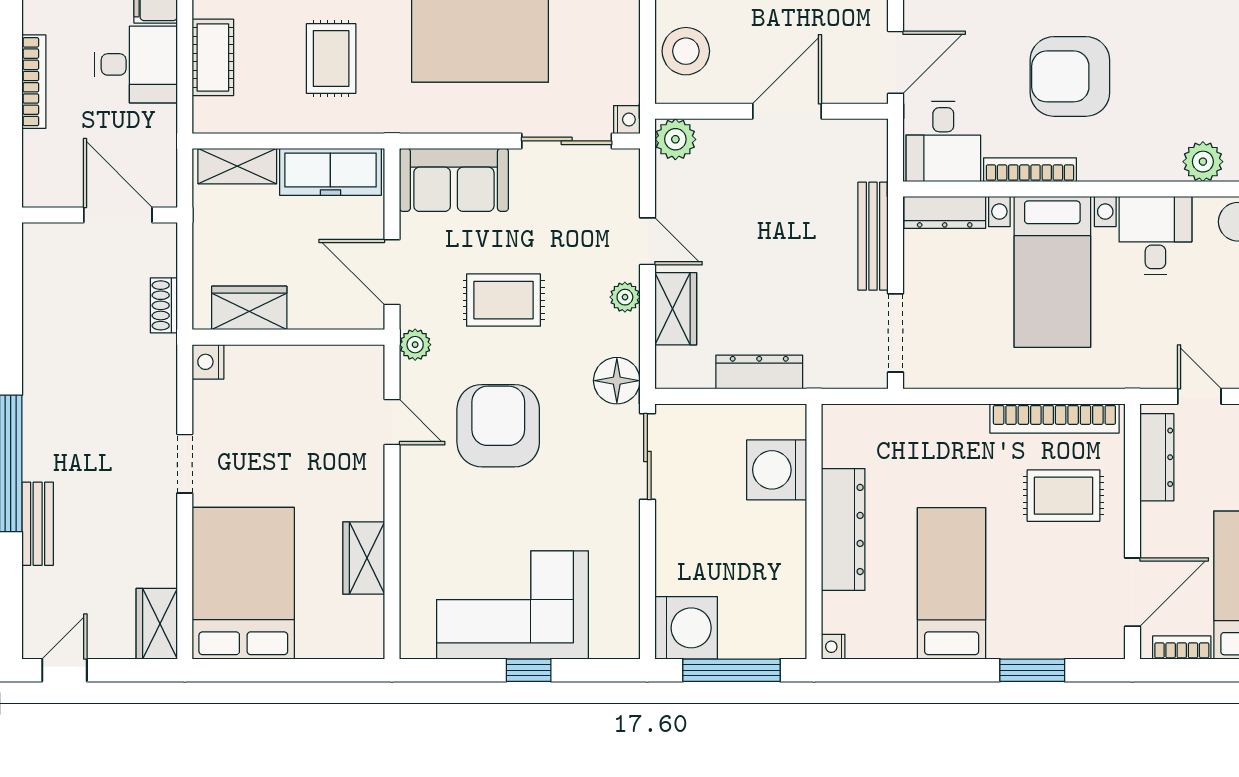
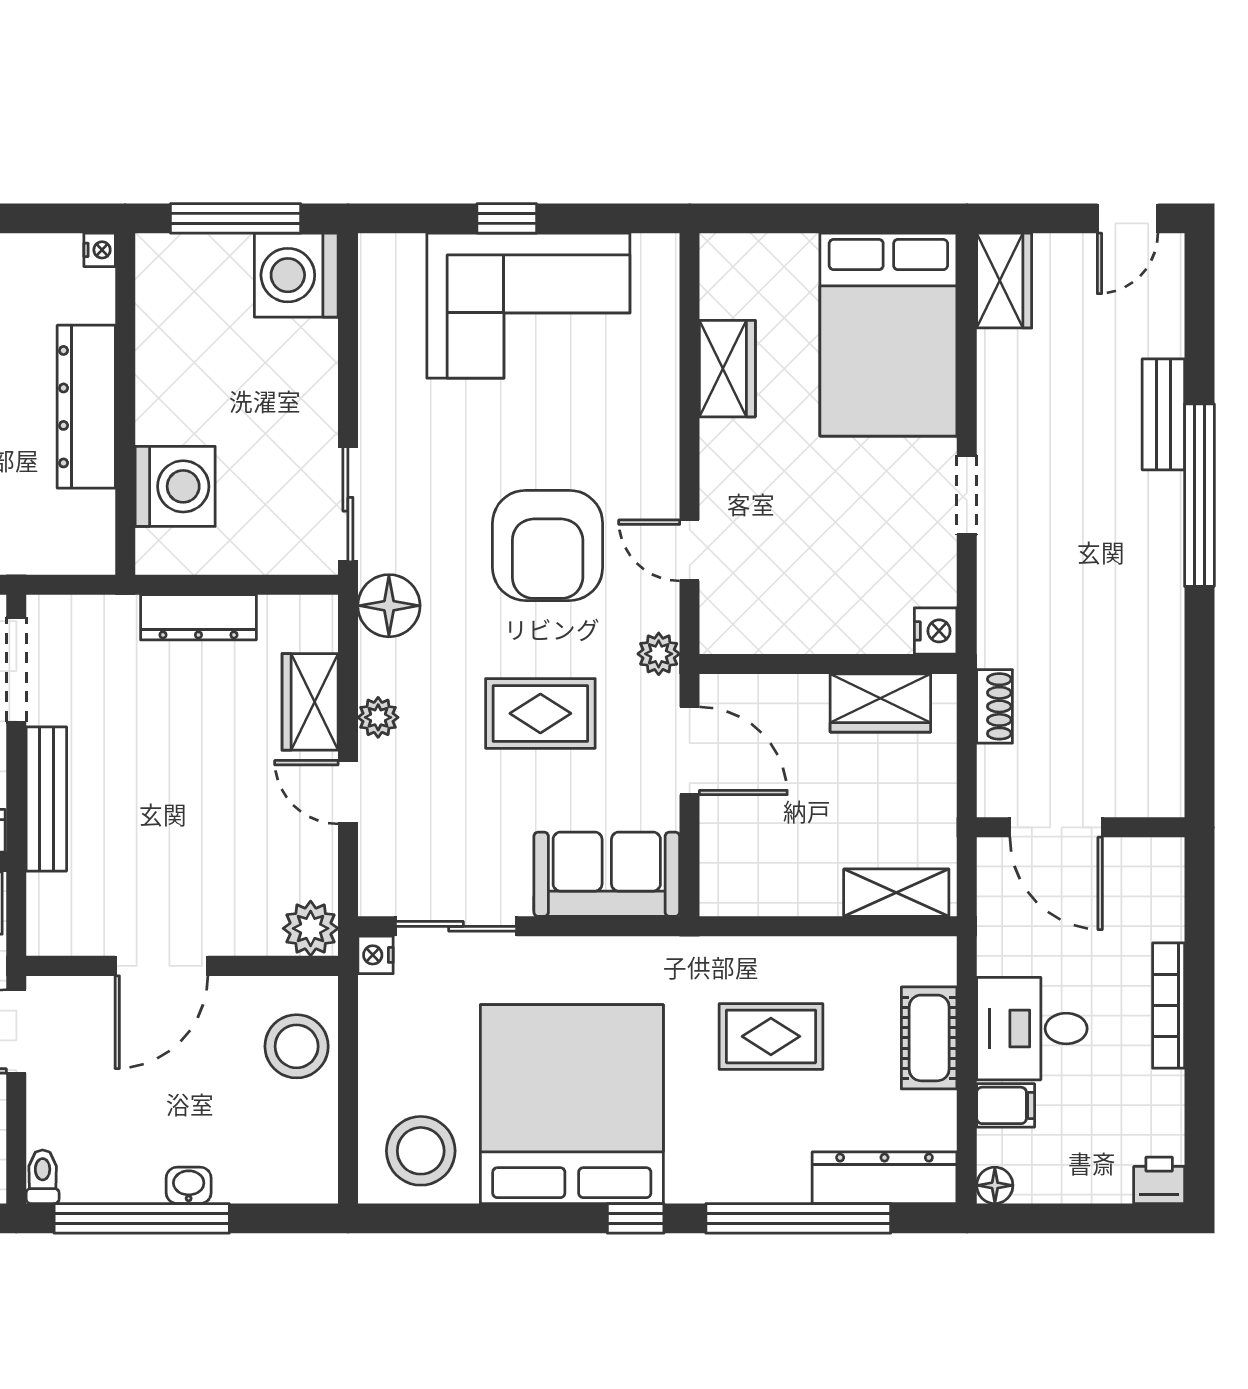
rug: (331, 59) -> (771, 1036), turned 90
freezer: (330, 172) -> (772, 885), removed

